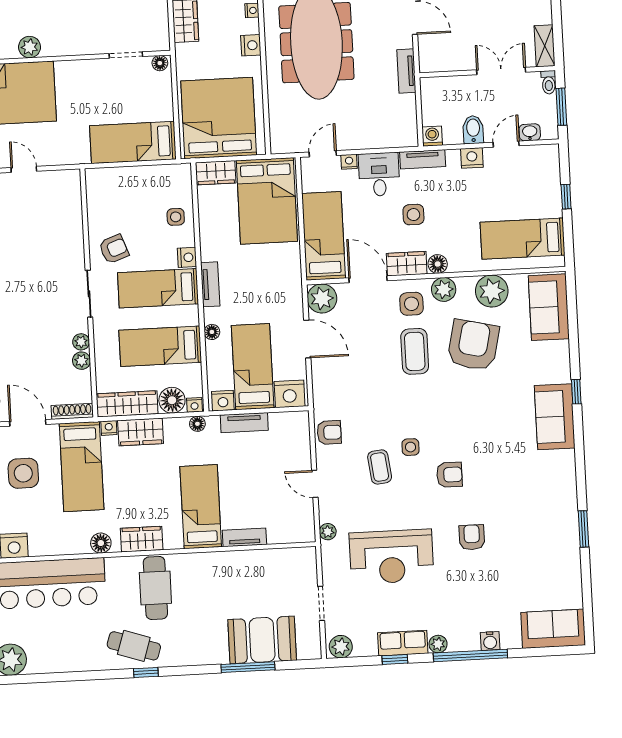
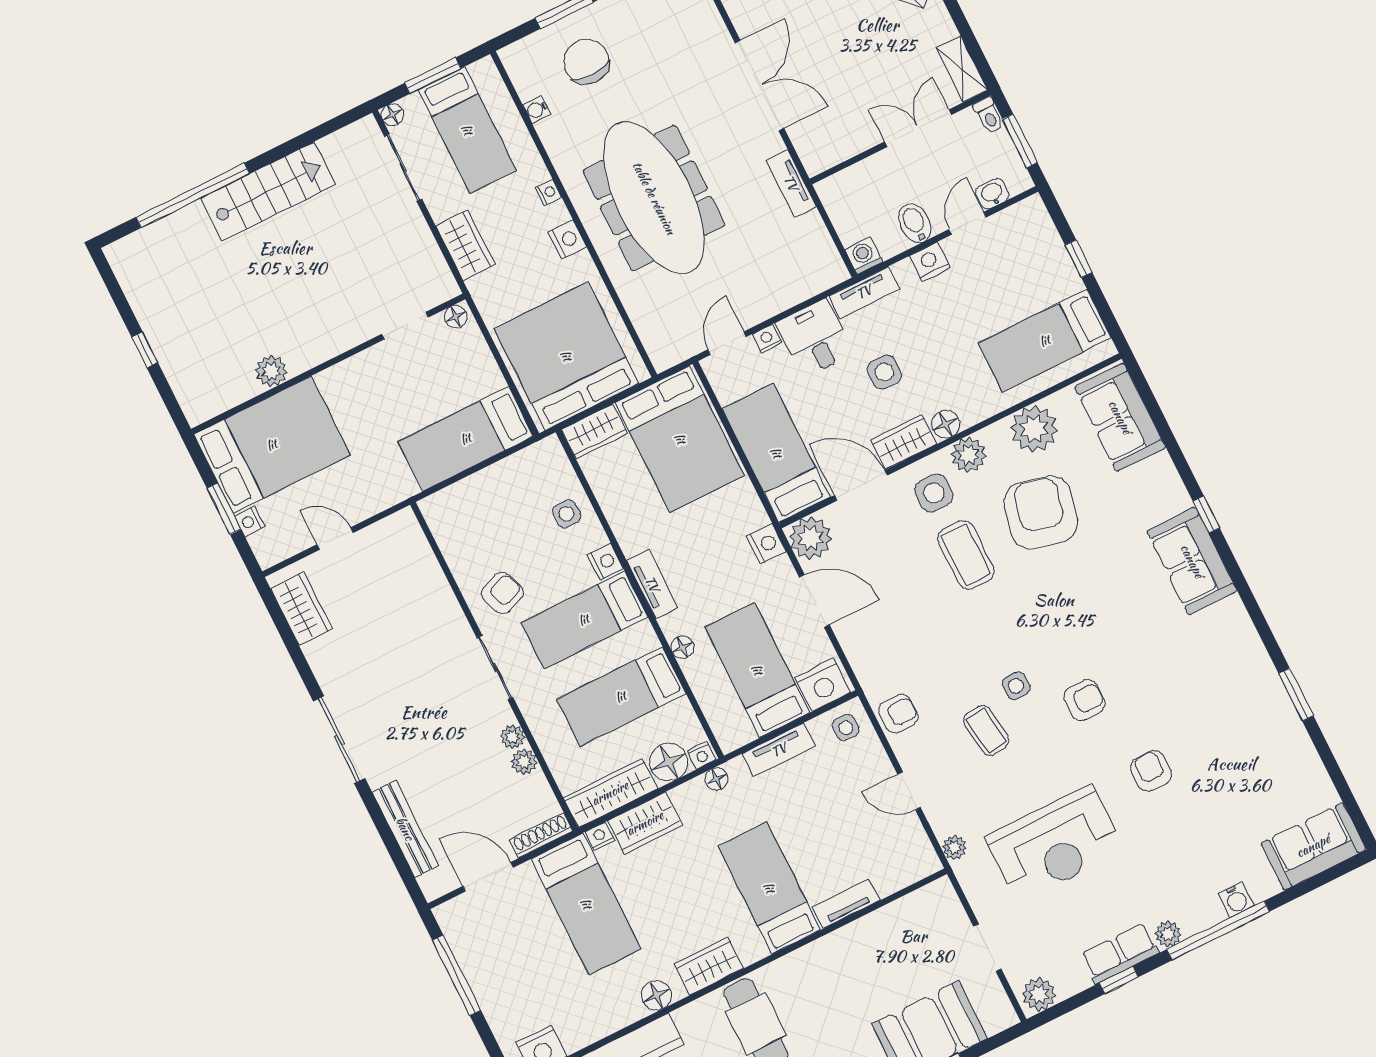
nightstand: (223, 401) -> (766, 544), moved, turned -90
side table: (23, 473) -> (846, 728), moved, width x0.54, depth x0.54

